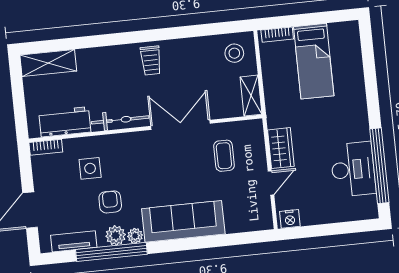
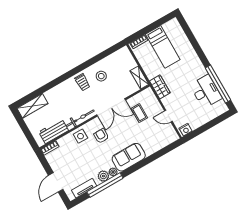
stool: (234, 53) -> (101, 76), moved
double door: (181, 125) -> (111, 107), swing flipped
wardrobe: (281, 148) -> (160, 87), moved
side table: (90, 168) -> (80, 136), moved
door: (271, 183) -> (168, 116), swing flipped
armchair: (110, 202) -> (101, 136), moved
sofa: (183, 221) -> (129, 157), width x0.73

